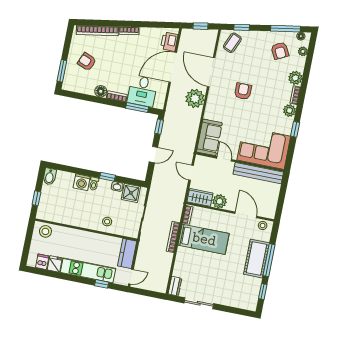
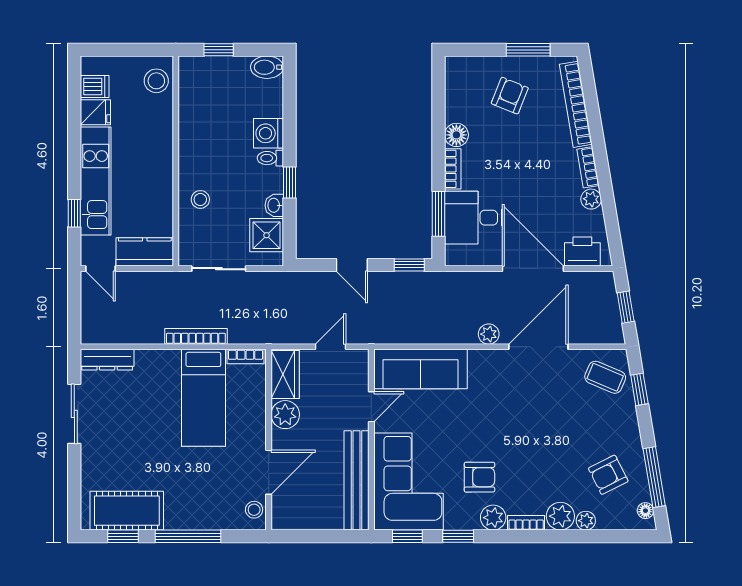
plant: (145, 32) -> (591, 199), added
plant: (303, 51) -> (586, 521), moved
window: (62, 71) -> (528, 50), moved
armchair: (243, 91) -> (479, 477), moved
plant: (195, 98) -> (489, 334), width x0.53, depth x0.53
sofa: (209, 137) -> (420, 369), width x1.36
window: (290, 154) -> (407, 536), added
cot: (256, 259) -> (127, 511), moved
dresser: (175, 286) -> (107, 360), width x1.44

